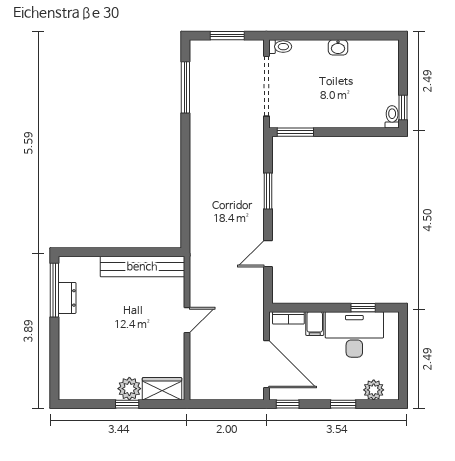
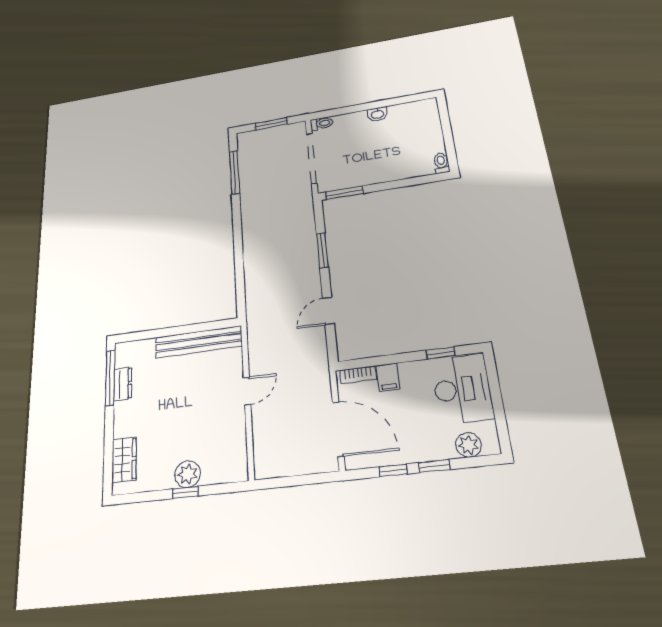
window: (403, 108) -> (451, 153), removed
desk: (354, 334) -> (462, 389), moved, turned 90
wardrobe: (162, 389) -> (124, 460), moved, turned 90
window: (288, 404) -> (393, 470), moved

